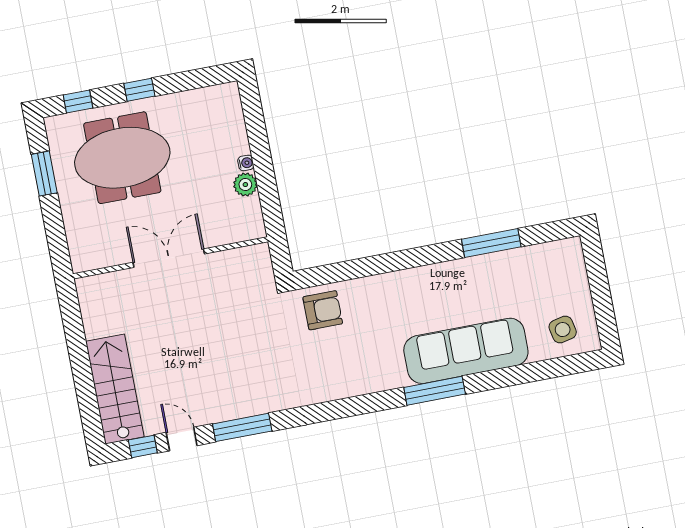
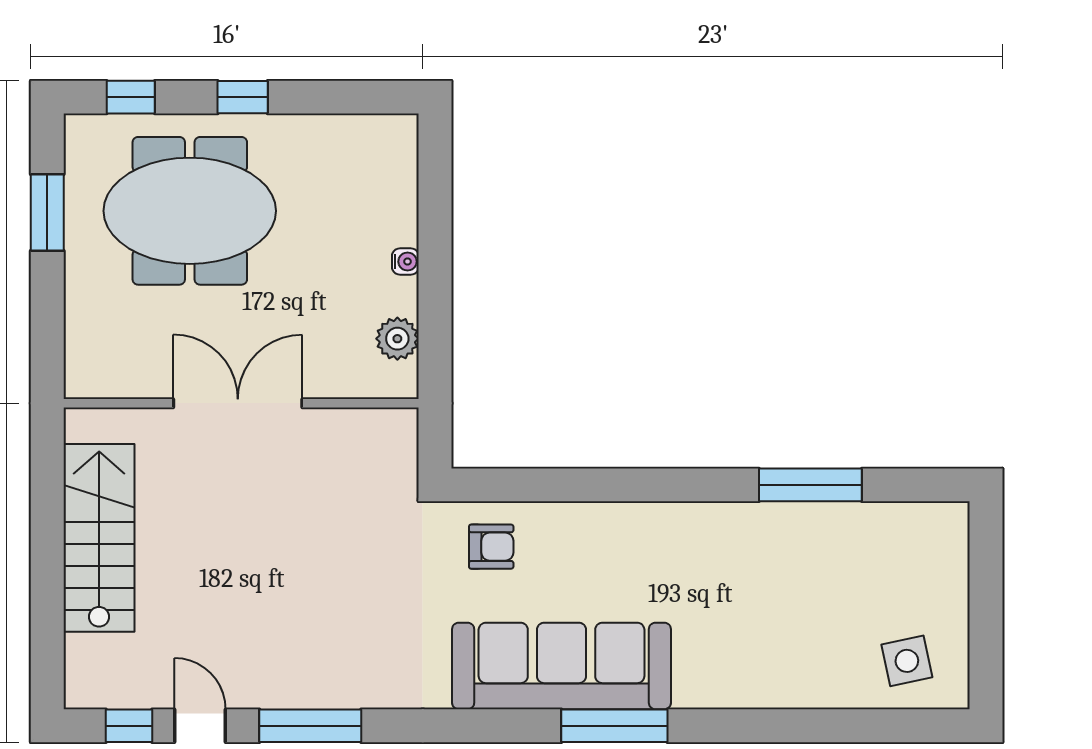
plant: (245, 185) -> (397, 339), moved
armchair: (323, 310) -> (491, 547), width x0.72, depth x0.72
sofa: (466, 351) -> (562, 666), moved
stairs: (115, 389) -> (99, 538), moved
window: (435, 391) -> (614, 726), moved

